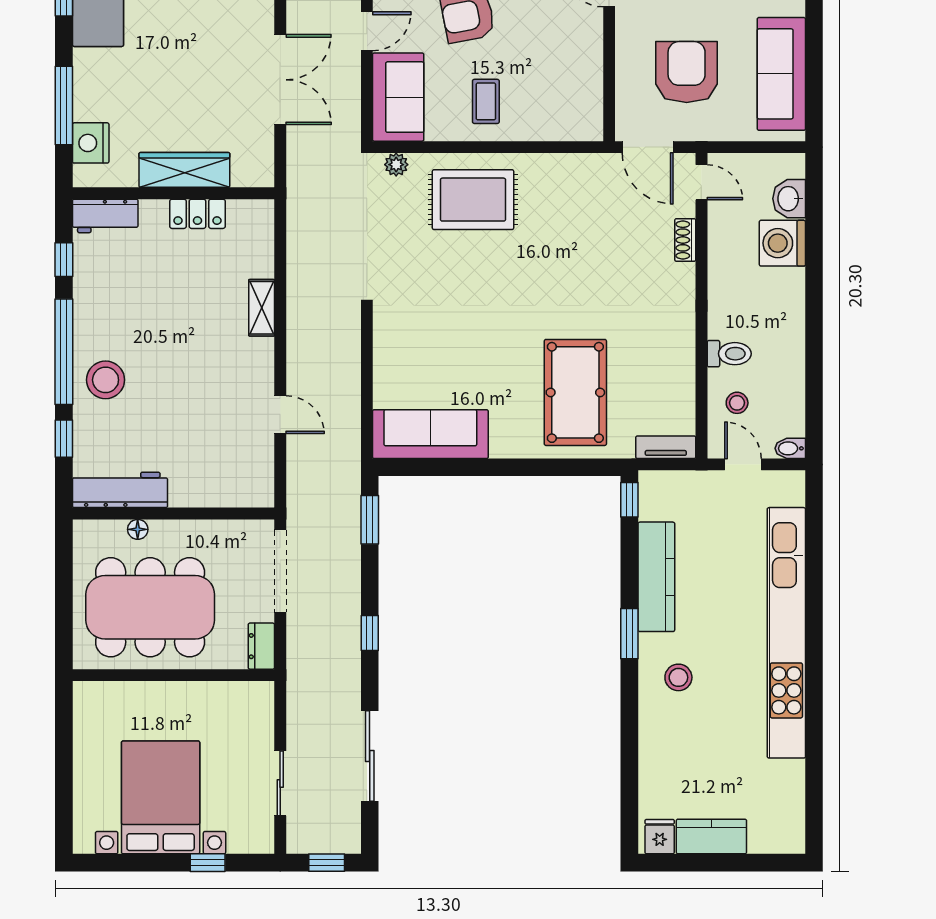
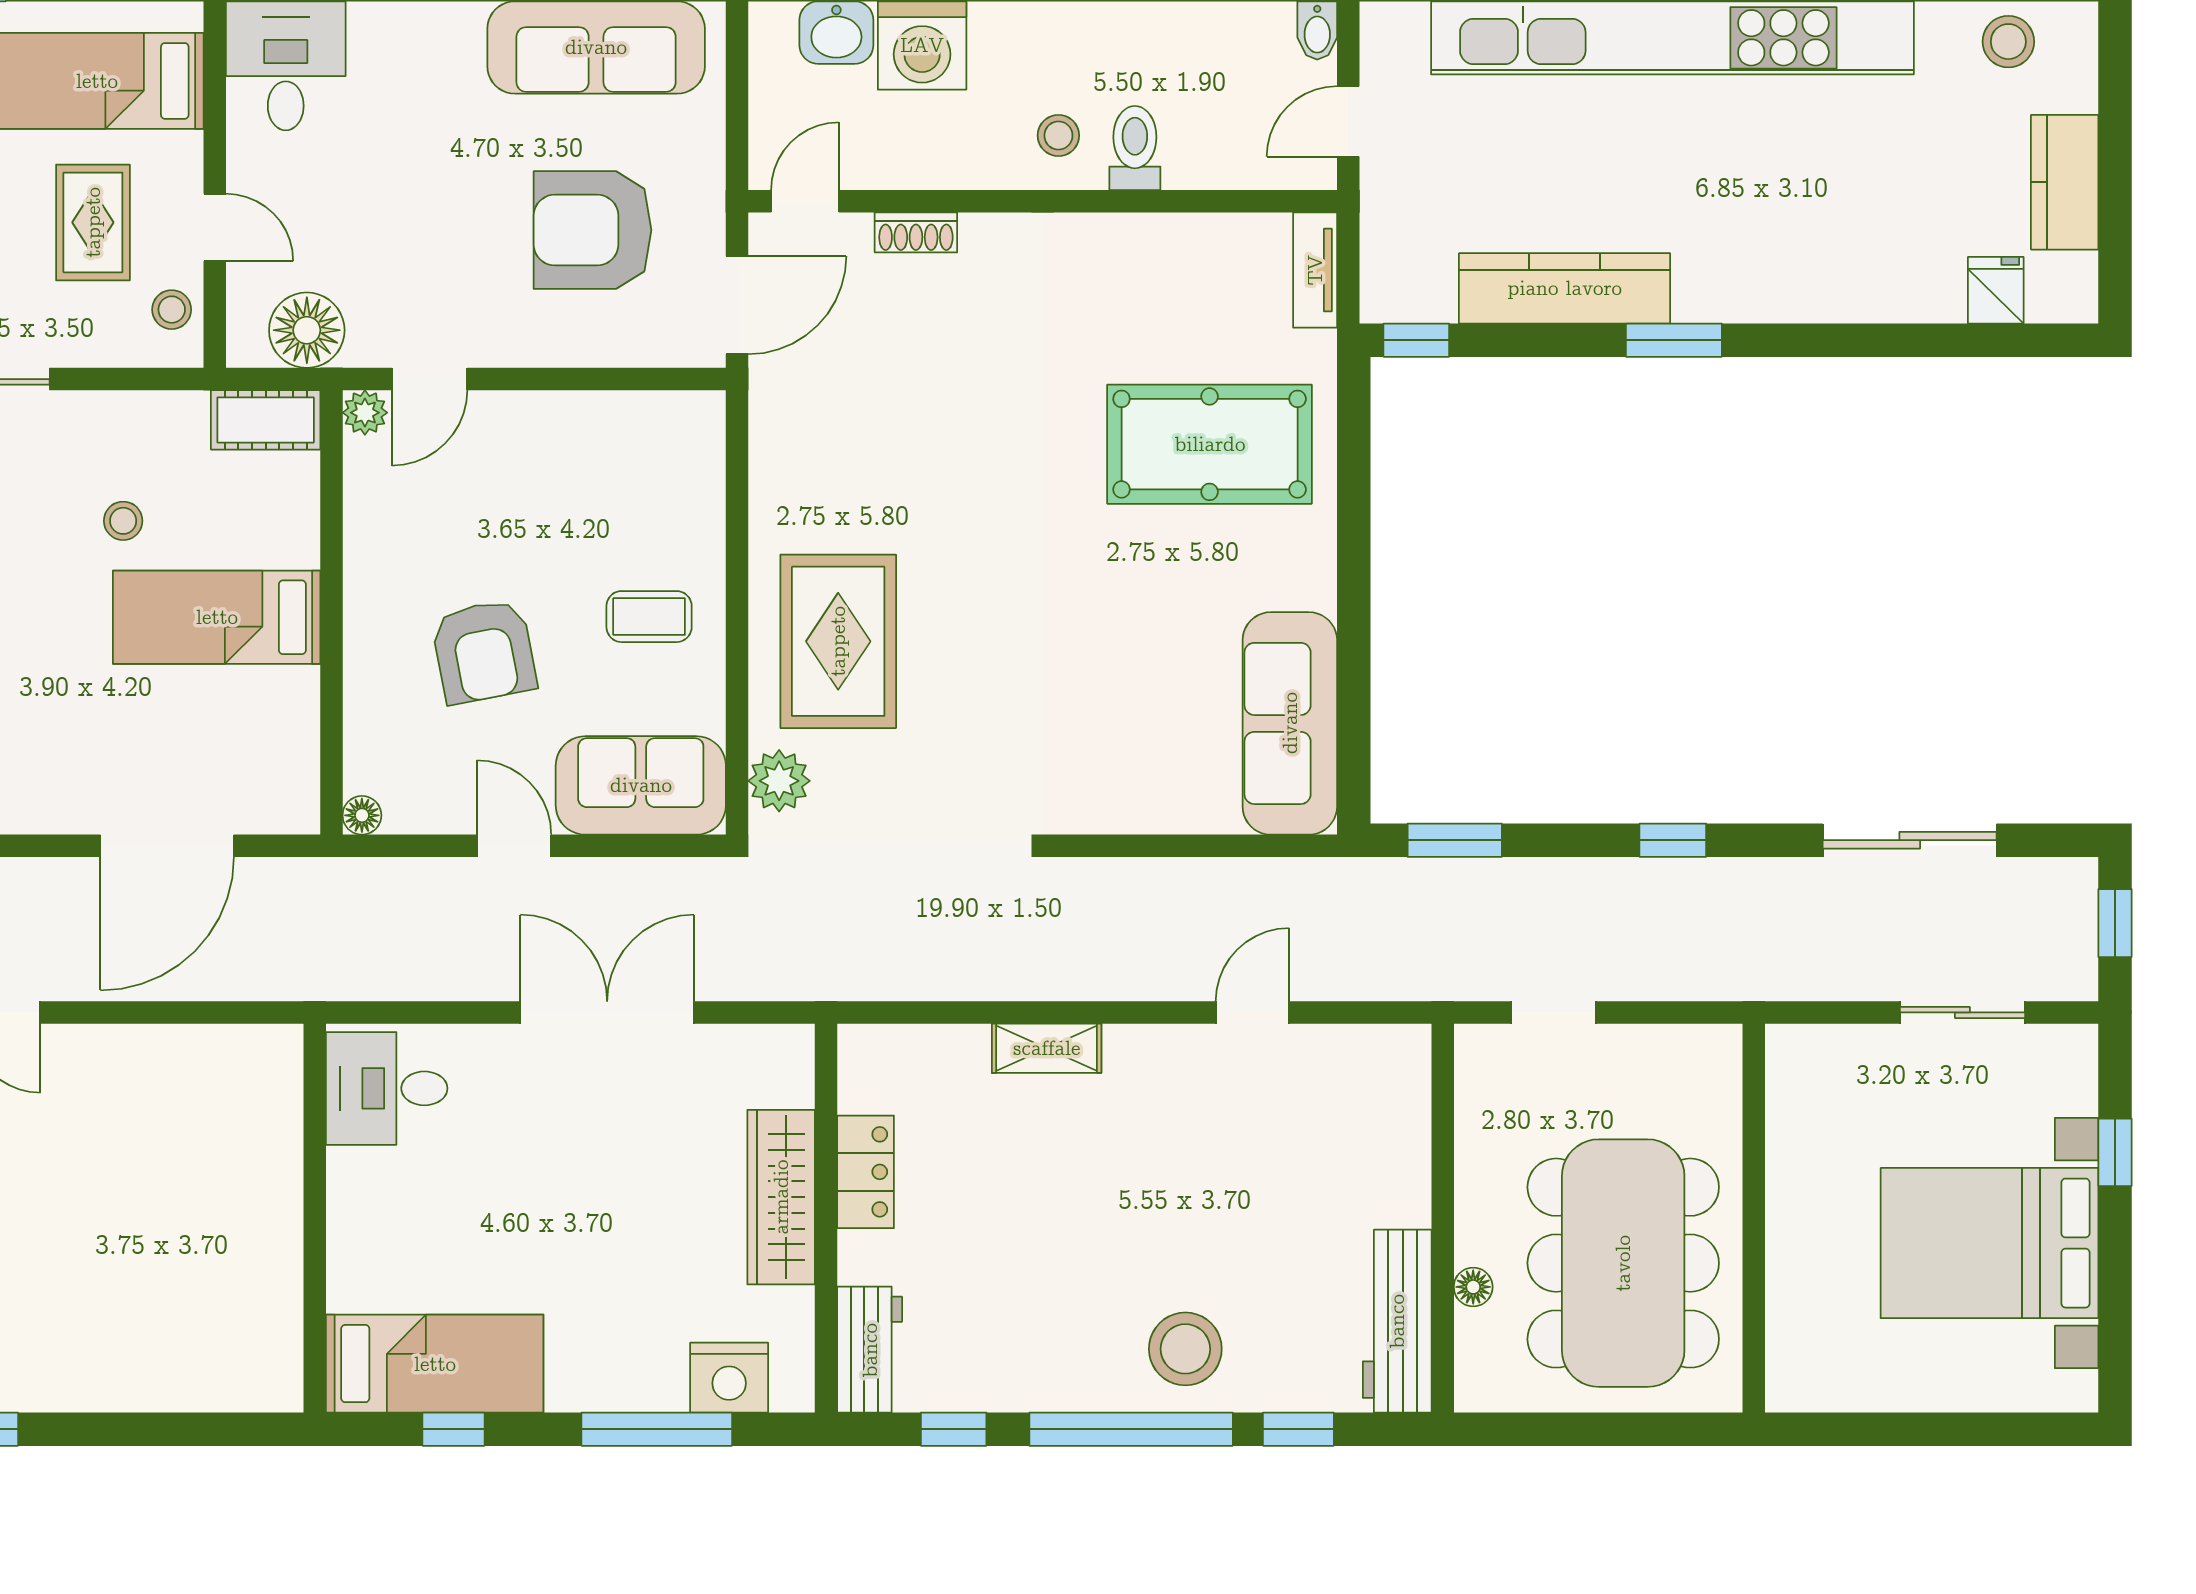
plant: (396, 165) -> (779, 781), width x1.38, depth x1.38
stool: (737, 403) -> (1058, 135), moved
doorway: (280, 571) -> (1553, 1012), width x0.53
dresser: (261, 646) -> (1698, 1049), removed
stool: (678, 677) -> (2008, 42), moved
fridge: (660, 837) -> (1996, 290), moved, turned 90

